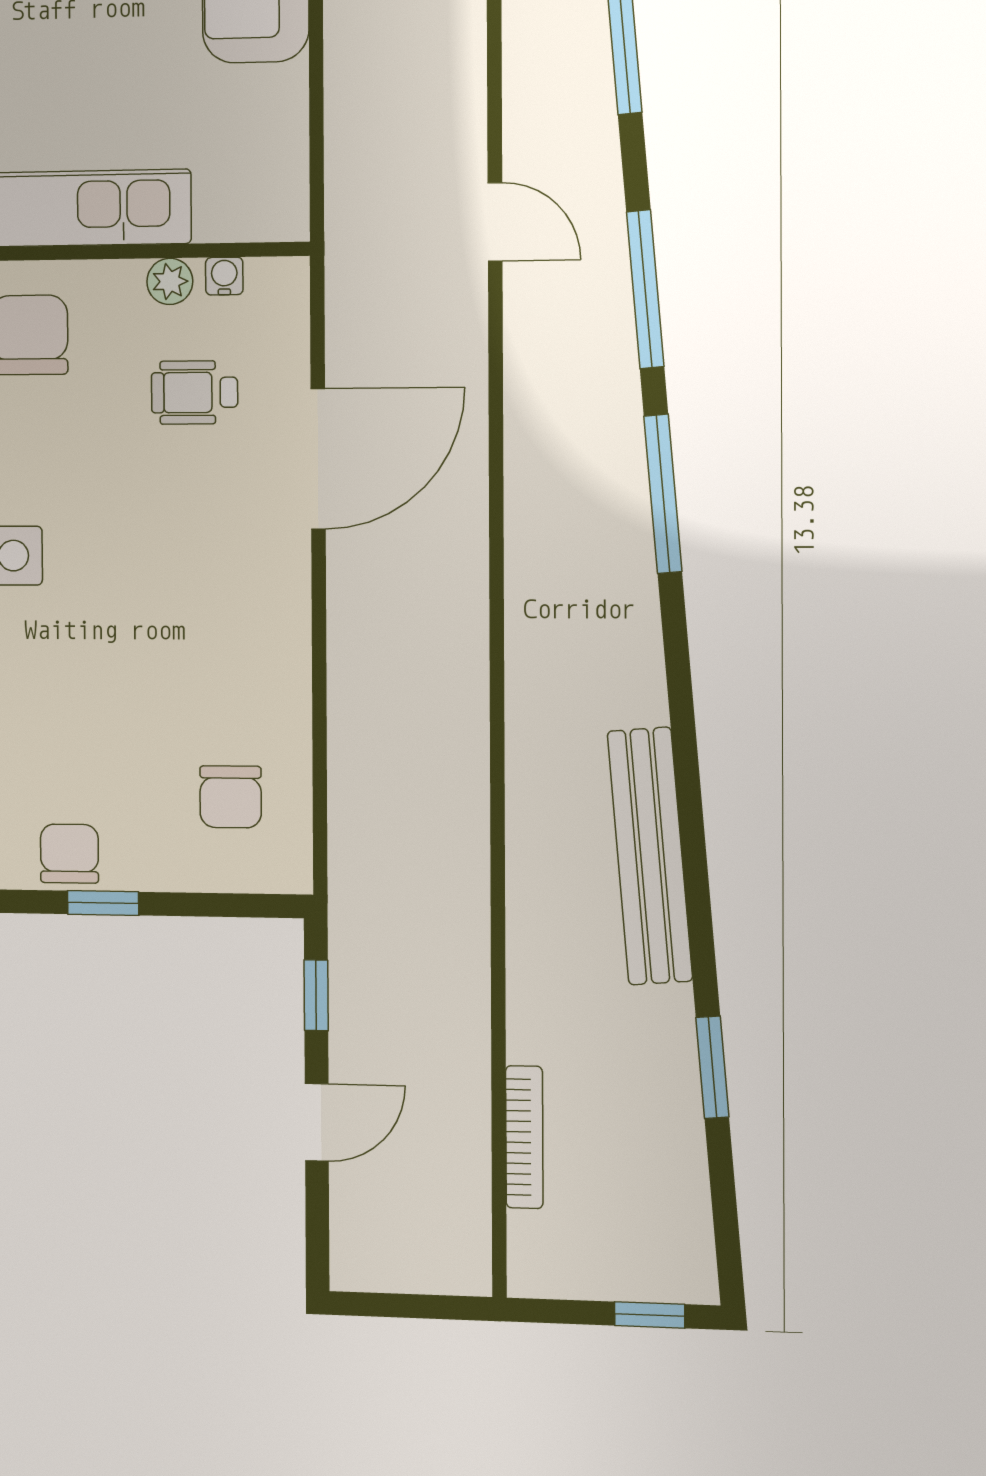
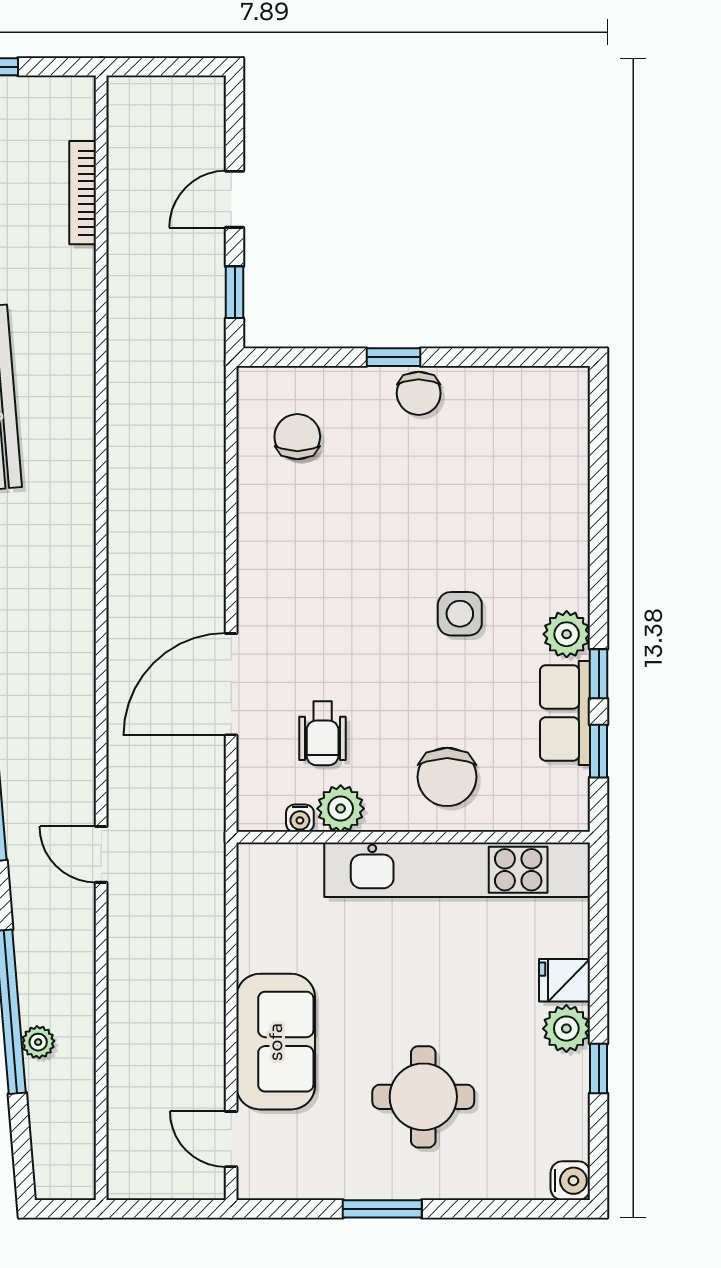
plant: (170, 281) -> (341, 809), width x1.38, depth x1.38
wheelchair: (195, 392) -> (323, 733), turned 90

